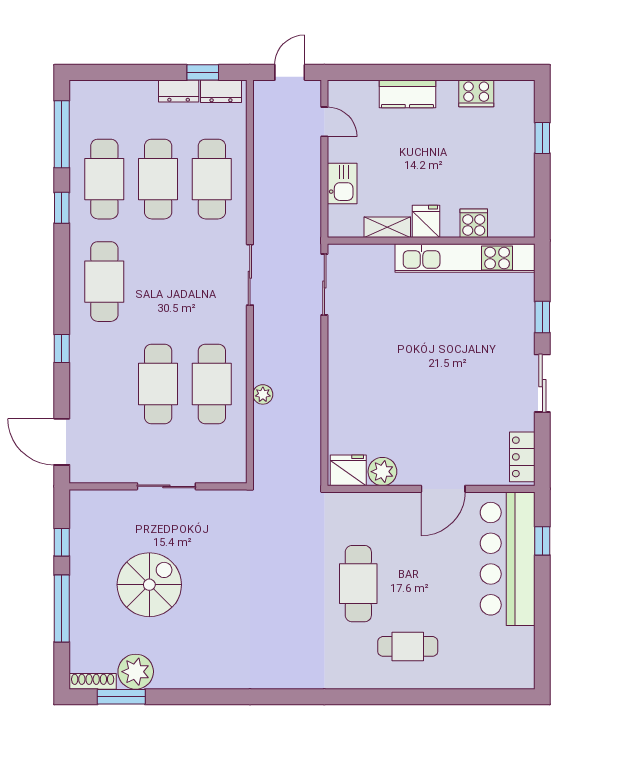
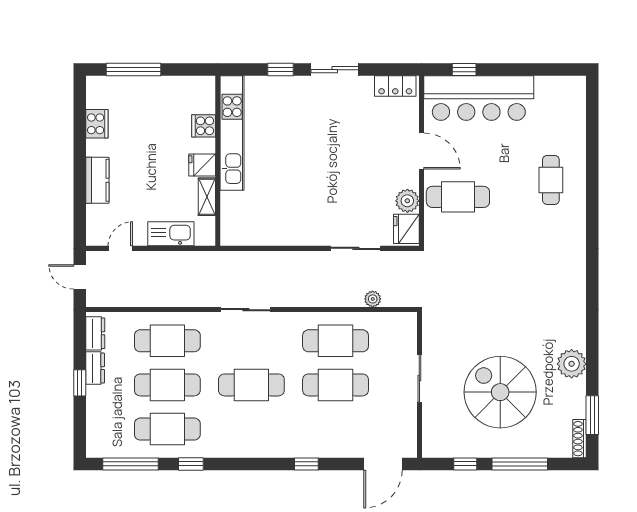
window: (203, 72) -> (80, 383), moved
window: (542, 138) -> (134, 70), width x2.17
kitchen sink: (342, 183) -> (171, 234), width x1.38
cafe table: (104, 282) -> (251, 385), moved
sliding door: (324, 285) -> (356, 248), moved
plant: (263, 394) -> (373, 299), moved
cafe table: (358, 584) -> (458, 197), moved
spiral stairs: (149, 585) -> (500, 392), width x1.37, depth x1.37
plant: (136, 672) -> (572, 364), moved

